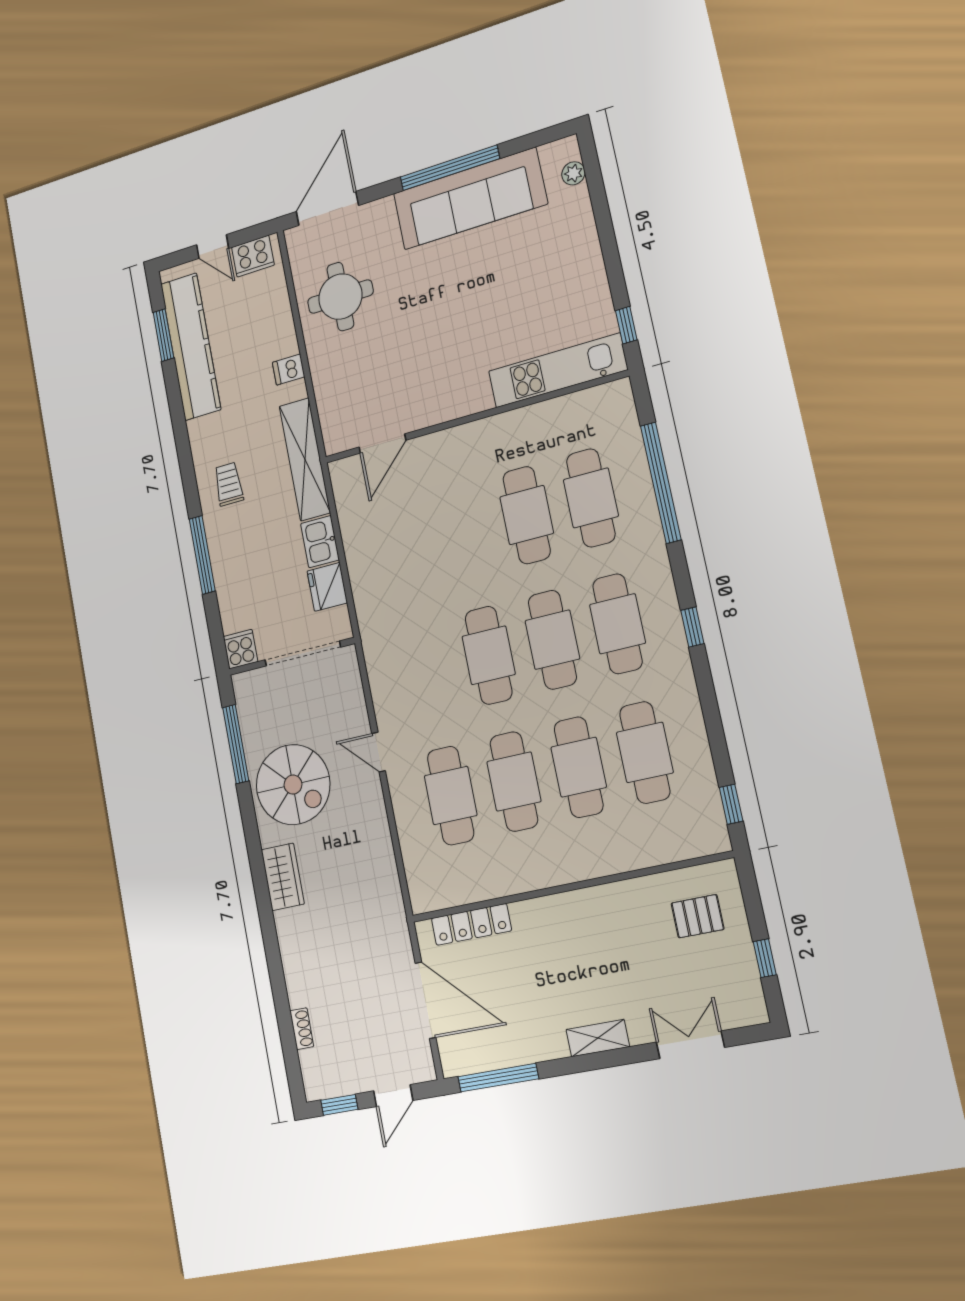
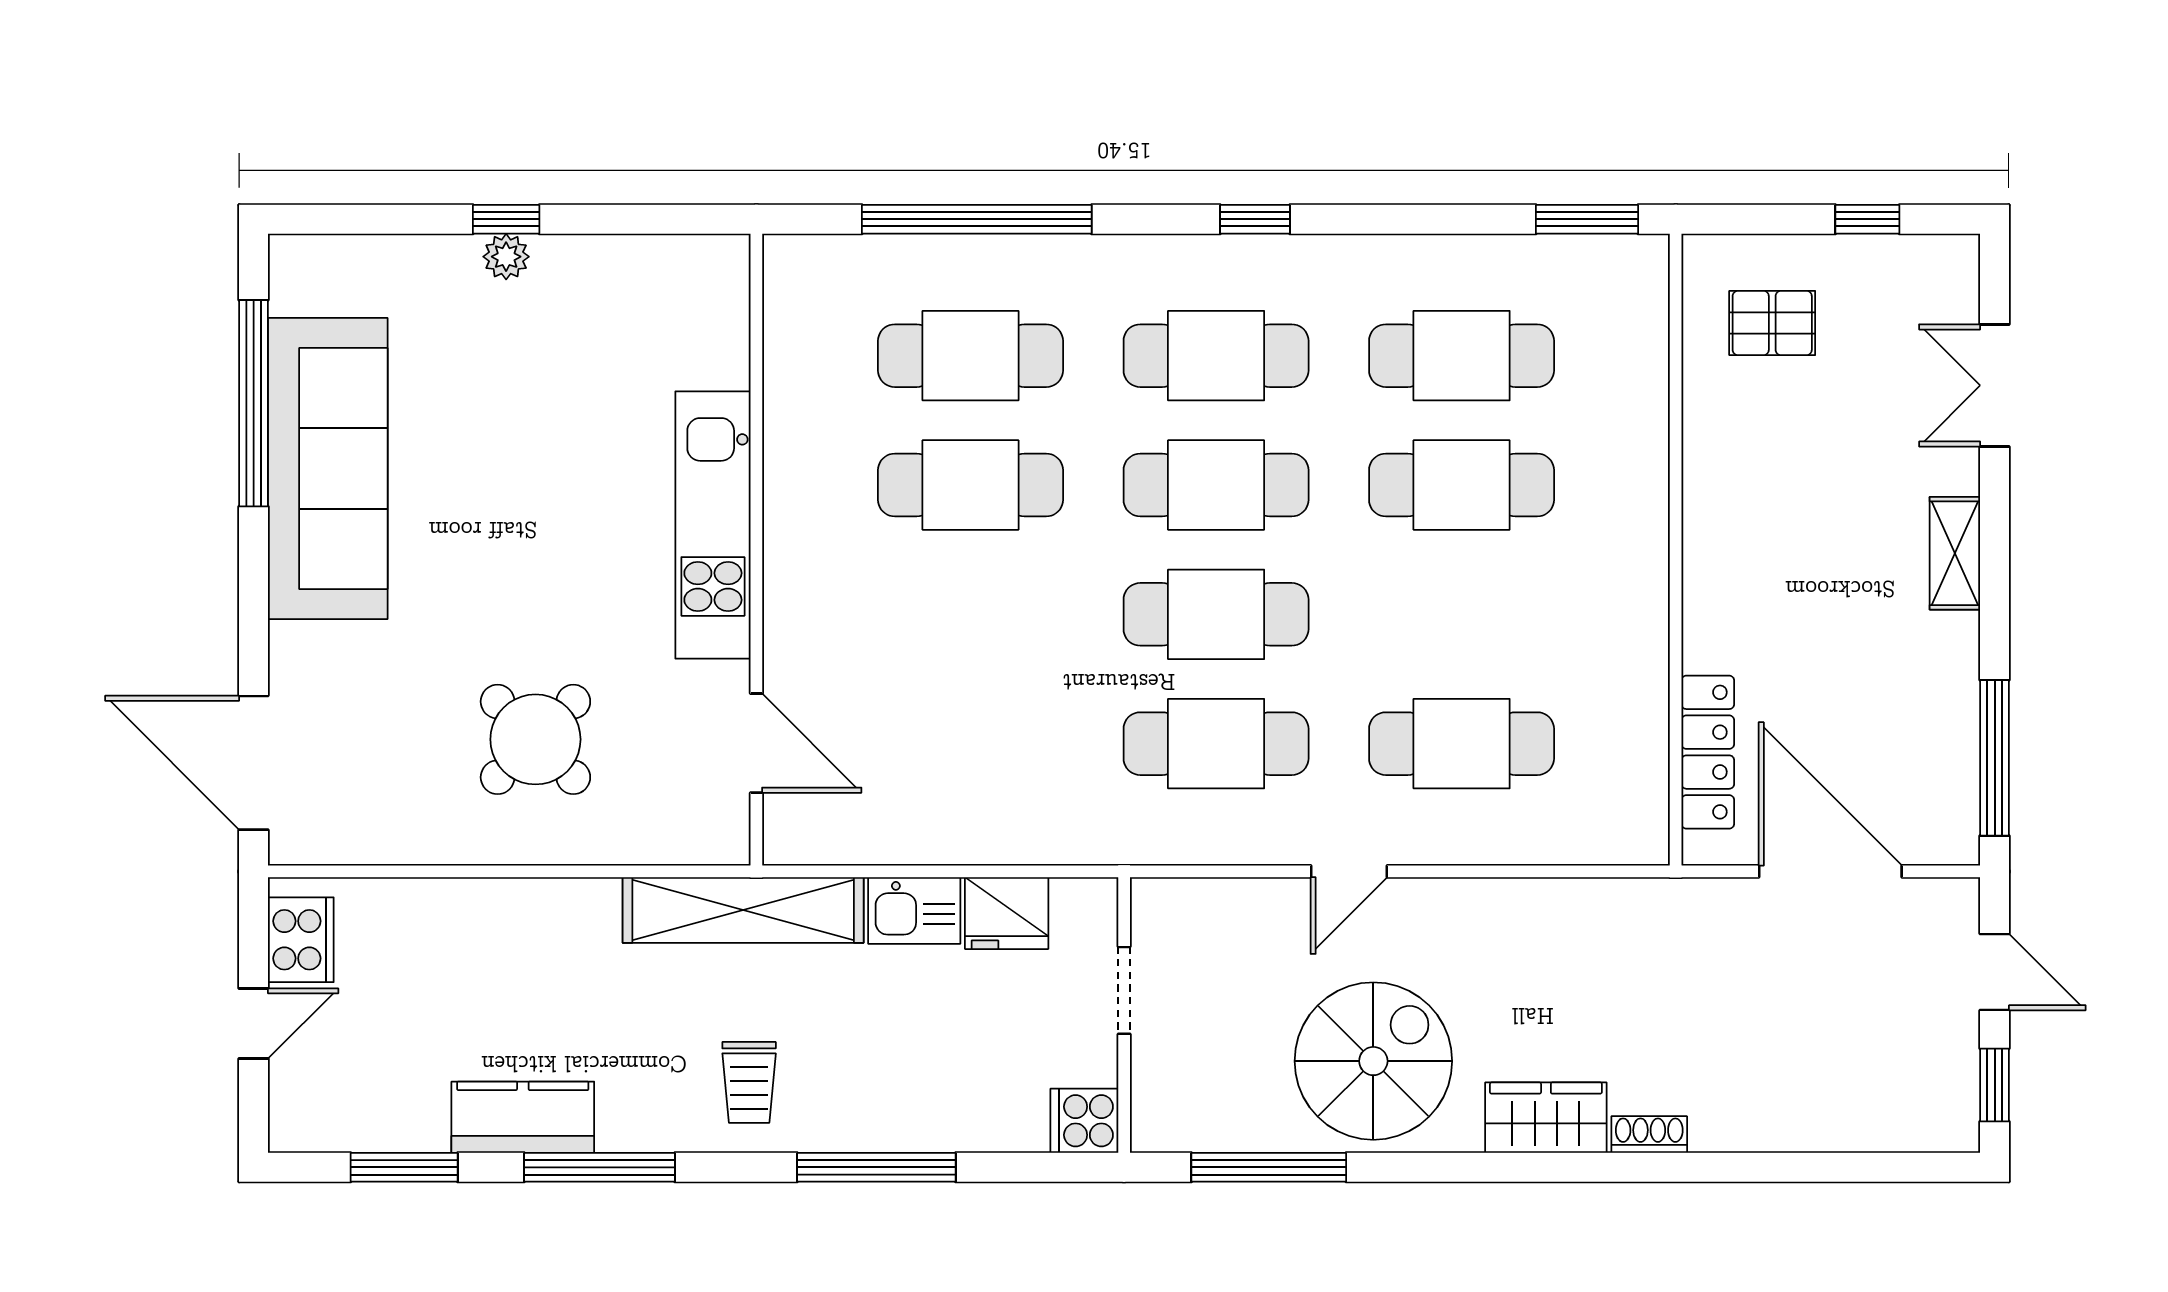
window: (450, 168) -> (254, 403), moved
plant: (573, 173) -> (506, 257), moved
round table: (340, 297) -> (535, 739), moved, turned 45
window: (626, 325) -> (506, 219), moved
kitchen counter: (191, 346) -> (523, 1117), width x0.48, depth x0.86
dishwasher: (289, 370) -> (554, 909), removed
kitchen unit: (558, 370) -> (713, 525), moved
window: (179, 425) -> (599, 1167), added
trolley: (229, 484) -> (749, 1082), turned -90
doorway: (303, 654) -> (1124, 990), width x0.53
cafe table: (514, 781) -> (1216, 744), moved
window: (731, 804) -> (1587, 219), width x1.50
pallet: (698, 916) -> (1772, 323), turned 90
door: (426, 1000) -> (1830, 871), hinge flipped
shoe rack: (302, 1029) -> (1649, 1135), moved

